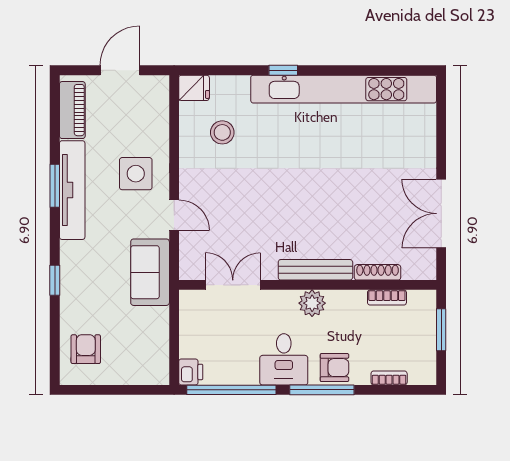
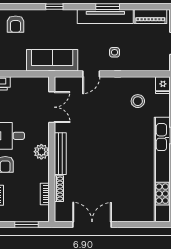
side table: (136, 174) -> (115, 52), width x0.54, depth x0.54
sofa: (150, 272) -> (52, 60), width x1.36
armchair: (86, 349) -> (16, 24), turned 90

